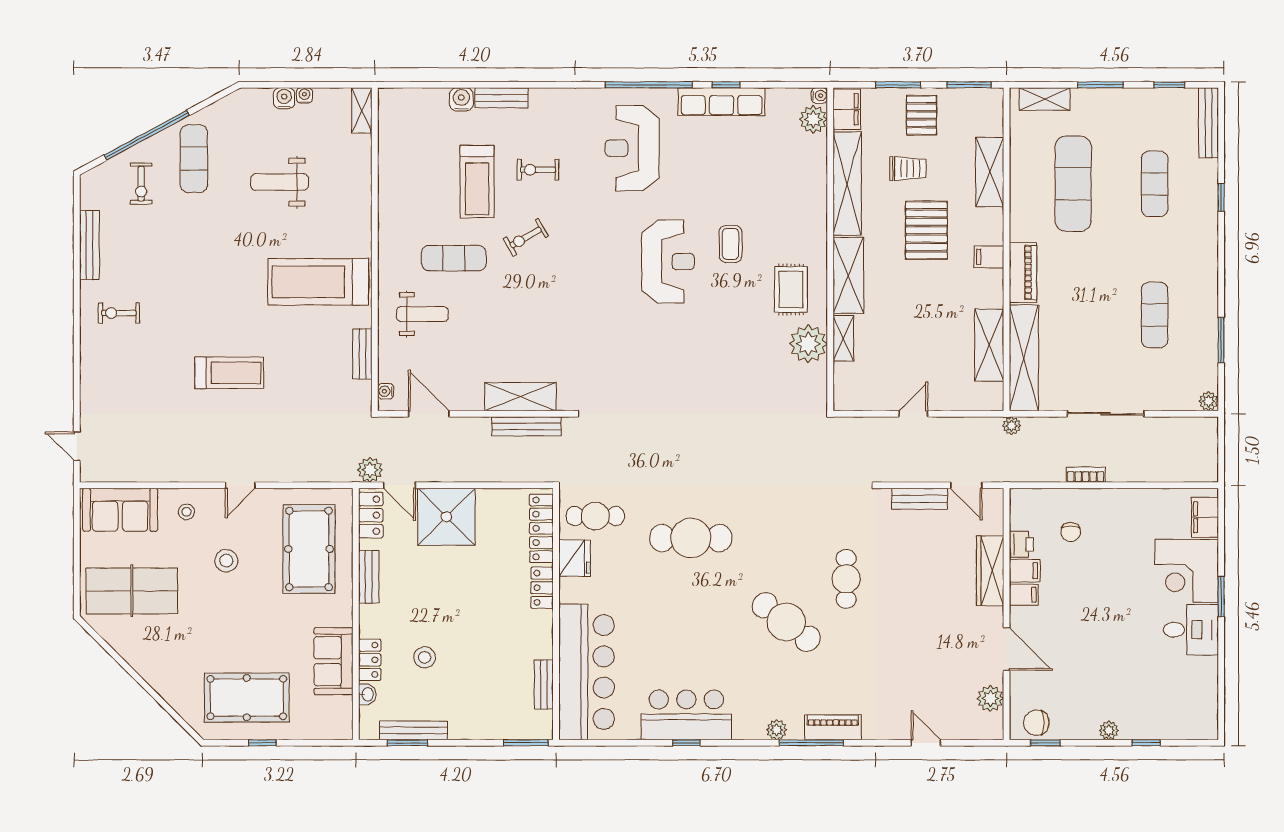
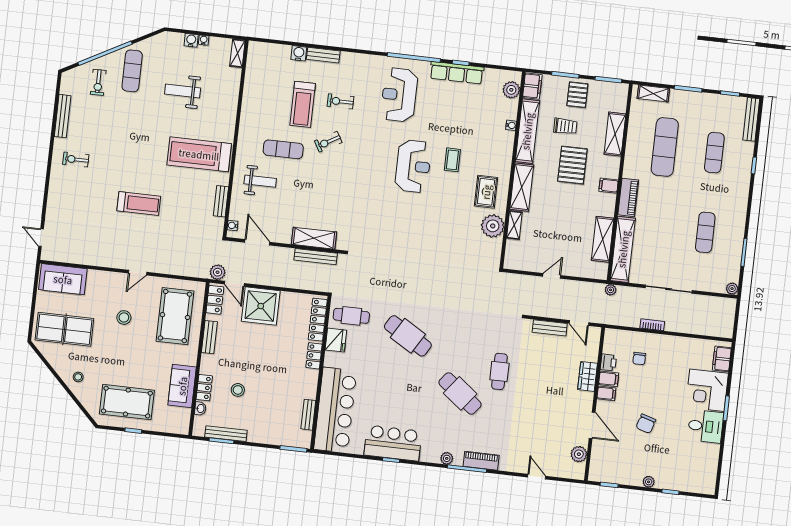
water cooler: (819, 96) -> (511, 125), moved
stool: (186, 512) -> (78, 377), moved
cafe table: (691, 538) -> (408, 336), turned 31
wardrobe: (990, 571) -> (588, 376), width x0.67
chair: (1036, 723) -> (646, 424), moved, turned -73

